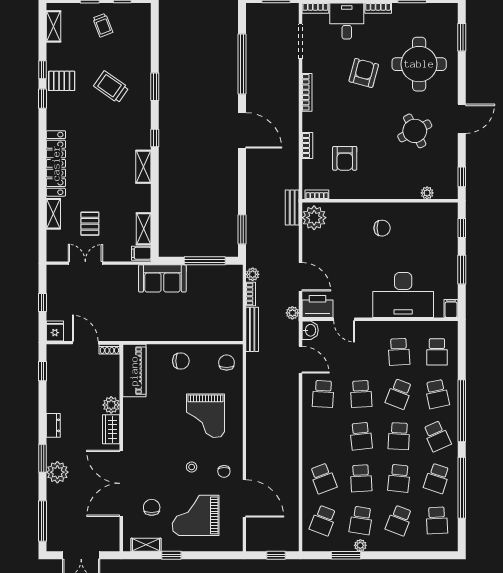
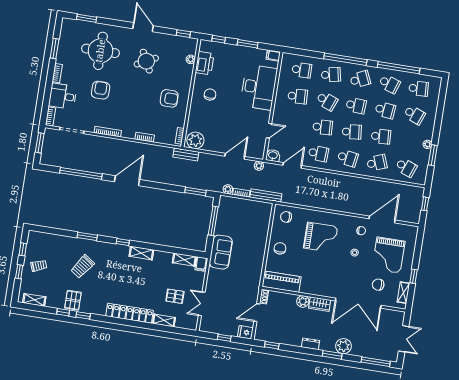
armchair: (364, 73) -> (101, 90), turned 75
armchair: (345, 158) -> (169, 98), moved
printer: (318, 307) -> (205, 63), moved, turned 180
school desk: (361, 520) -> (348, 158), moved

